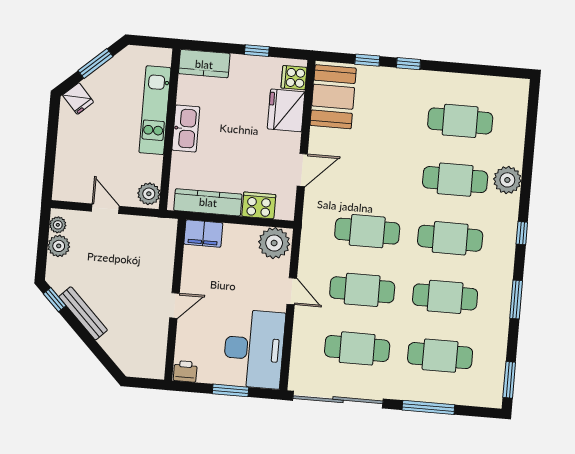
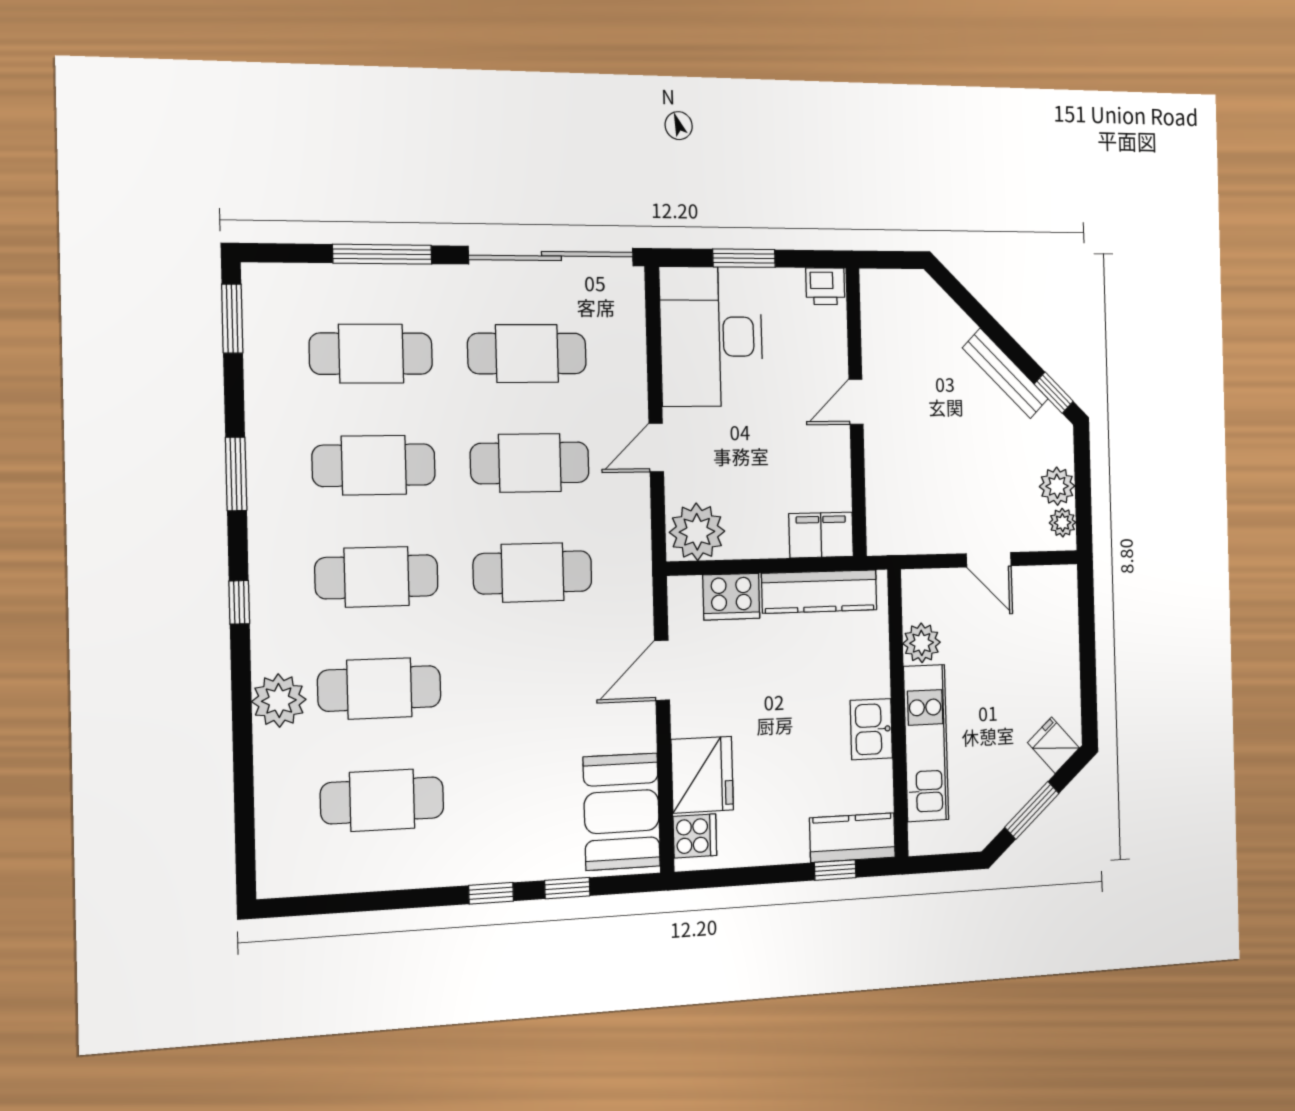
window: (257, 51) -> (835, 870), moved
kitchen sink: (186, 128) -> (871, 729), width x0.73
plant: (149, 194) -> (922, 643), moved
door: (292, 291) -> (656, 448), hinge flipped

